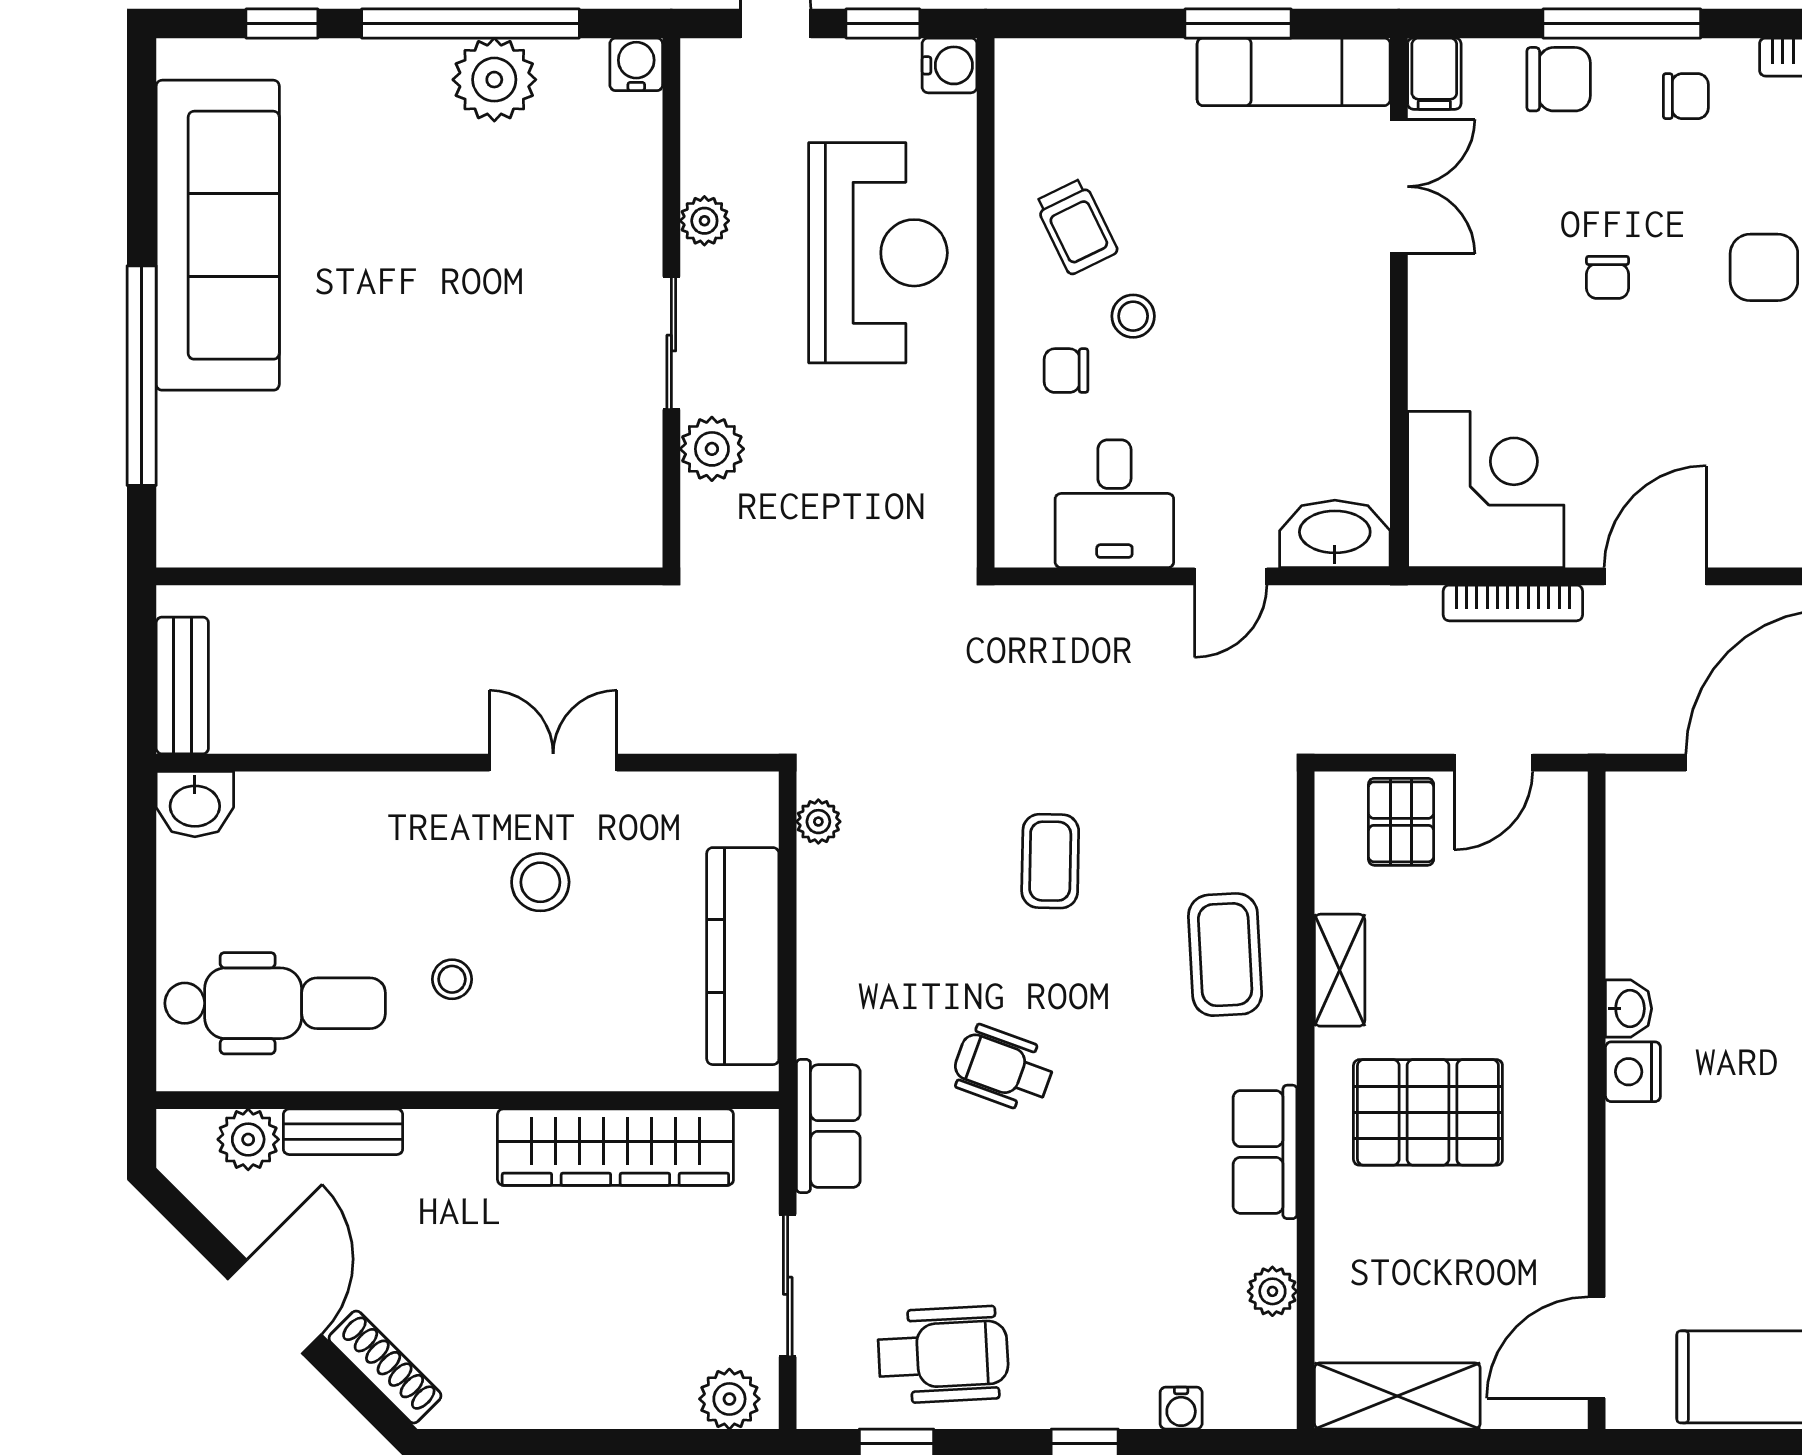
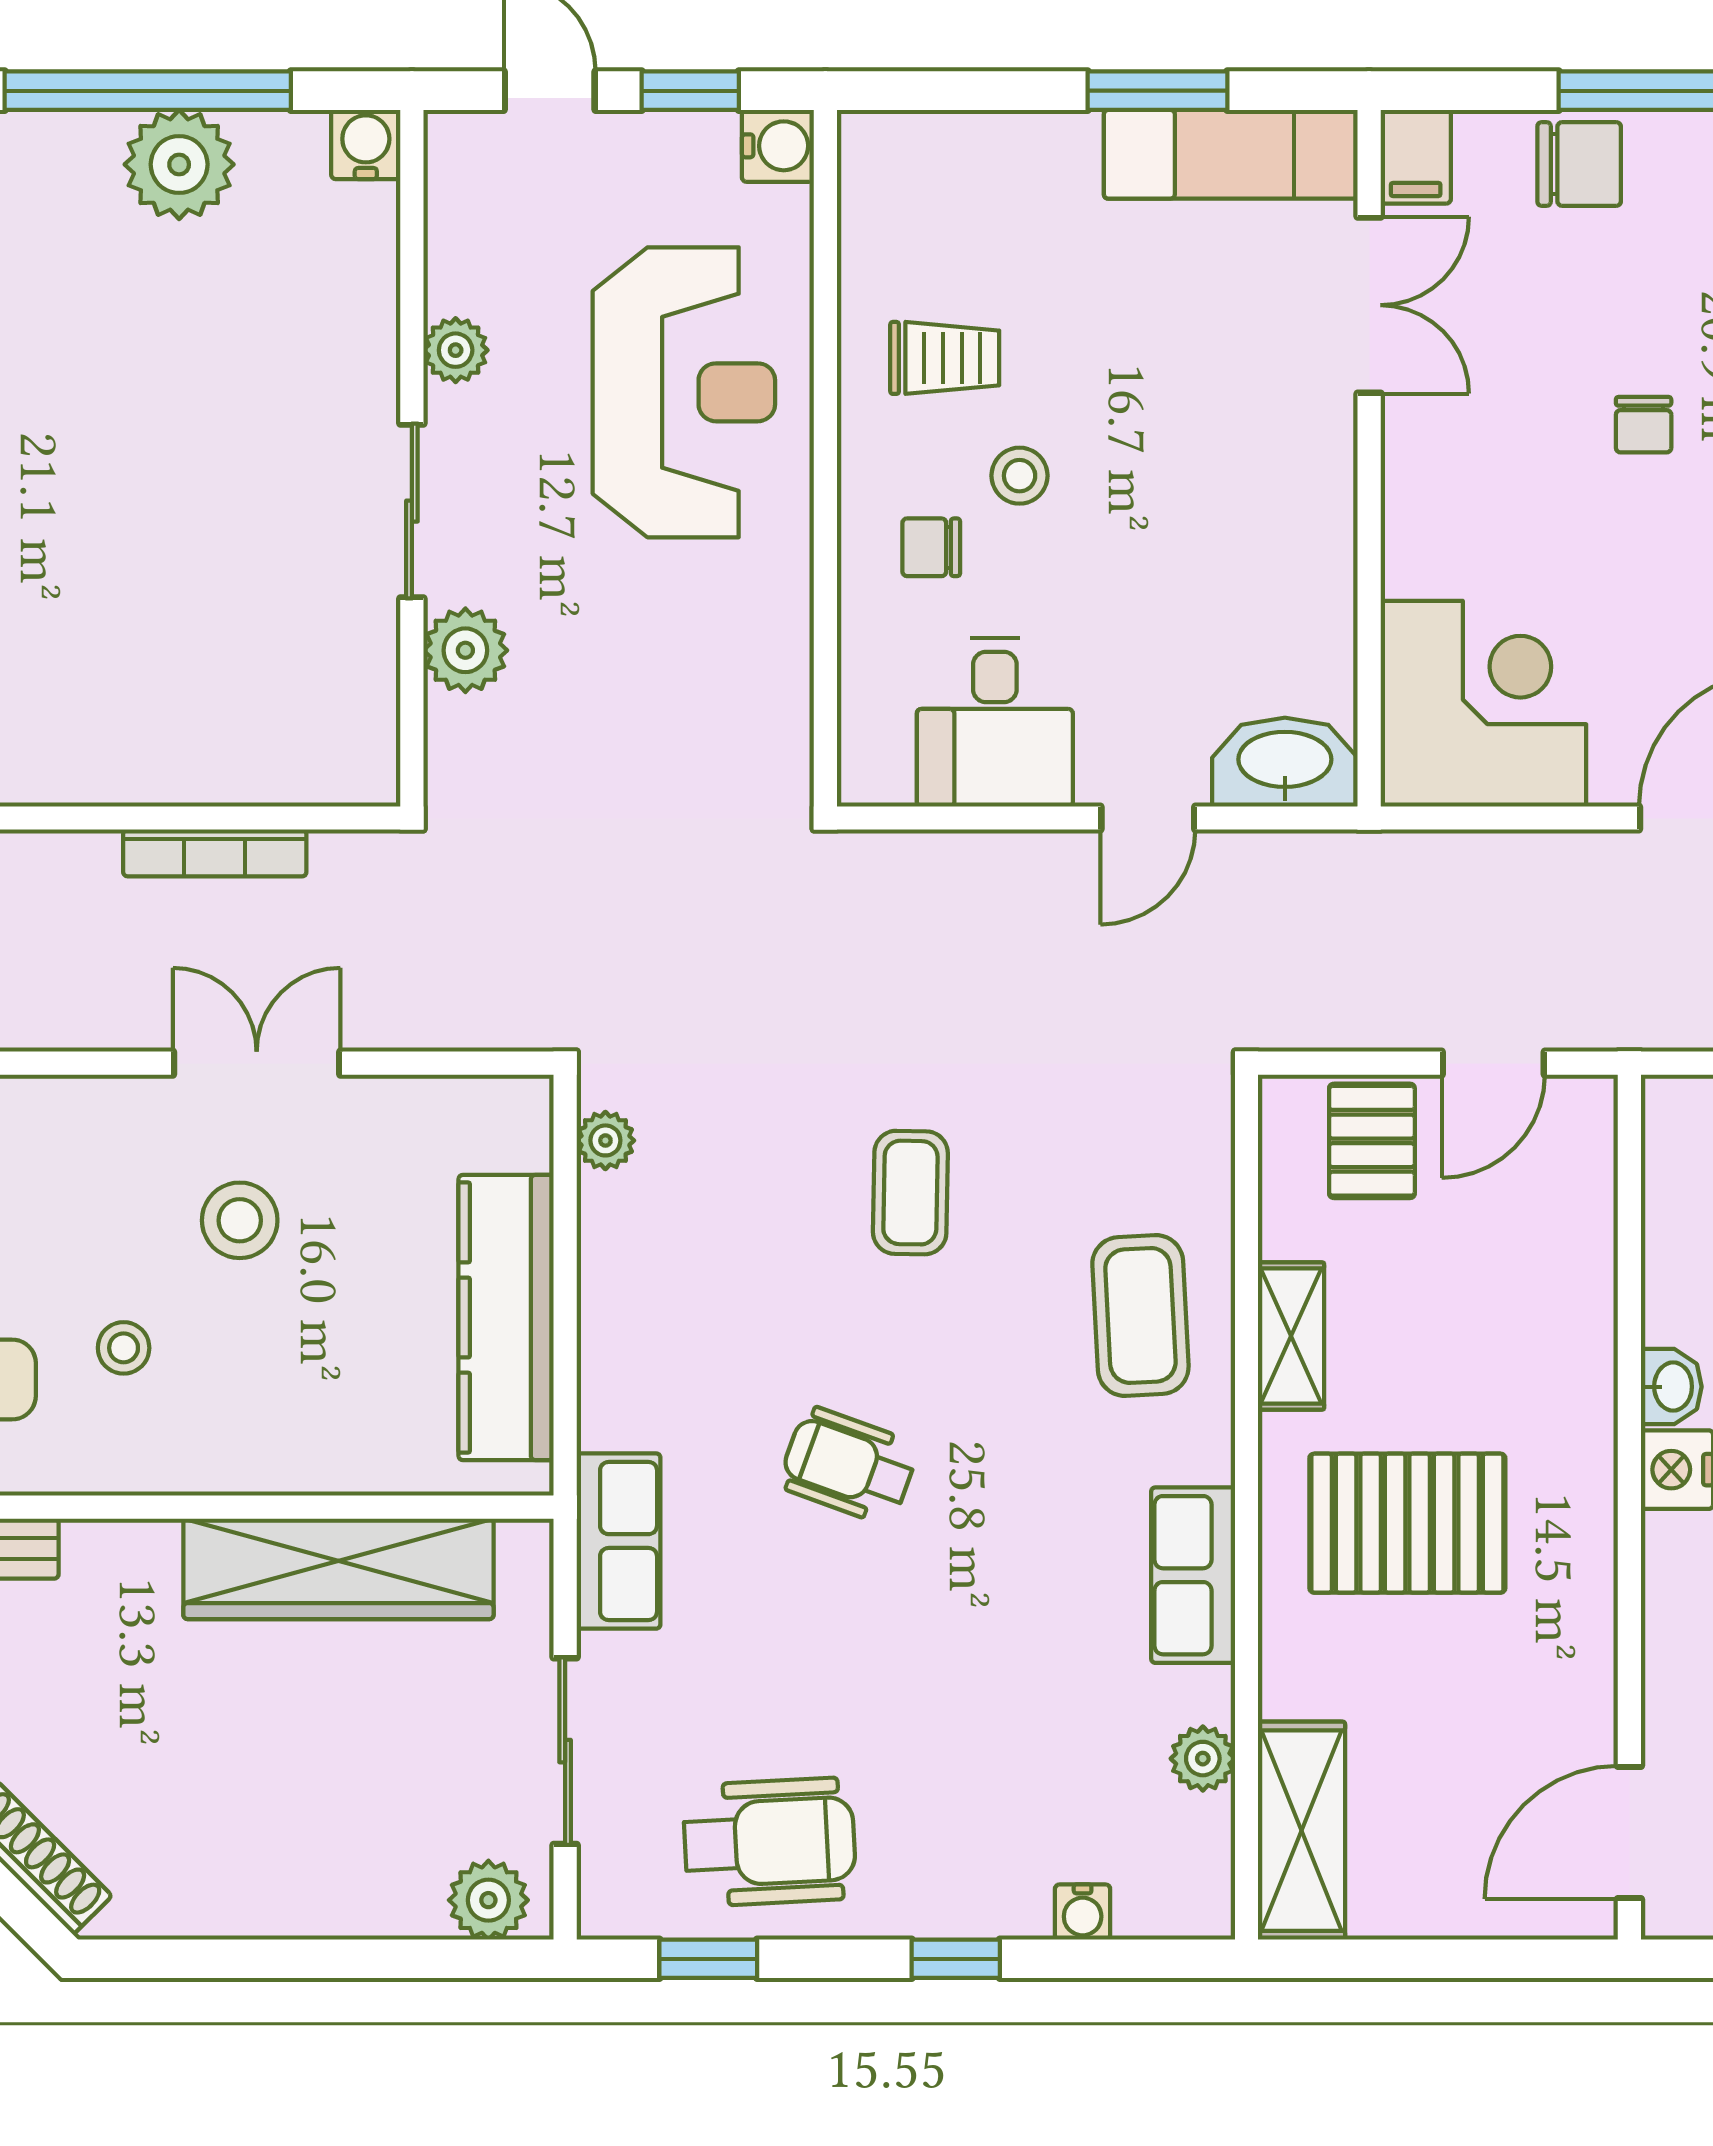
trolley: (1076, 227) -> (945, 358), turned -64
bookcase: (1513, 603) -> (215, 853), moved
shelving: (1397, 1396) -> (1302, 1831), moved, turned 90

